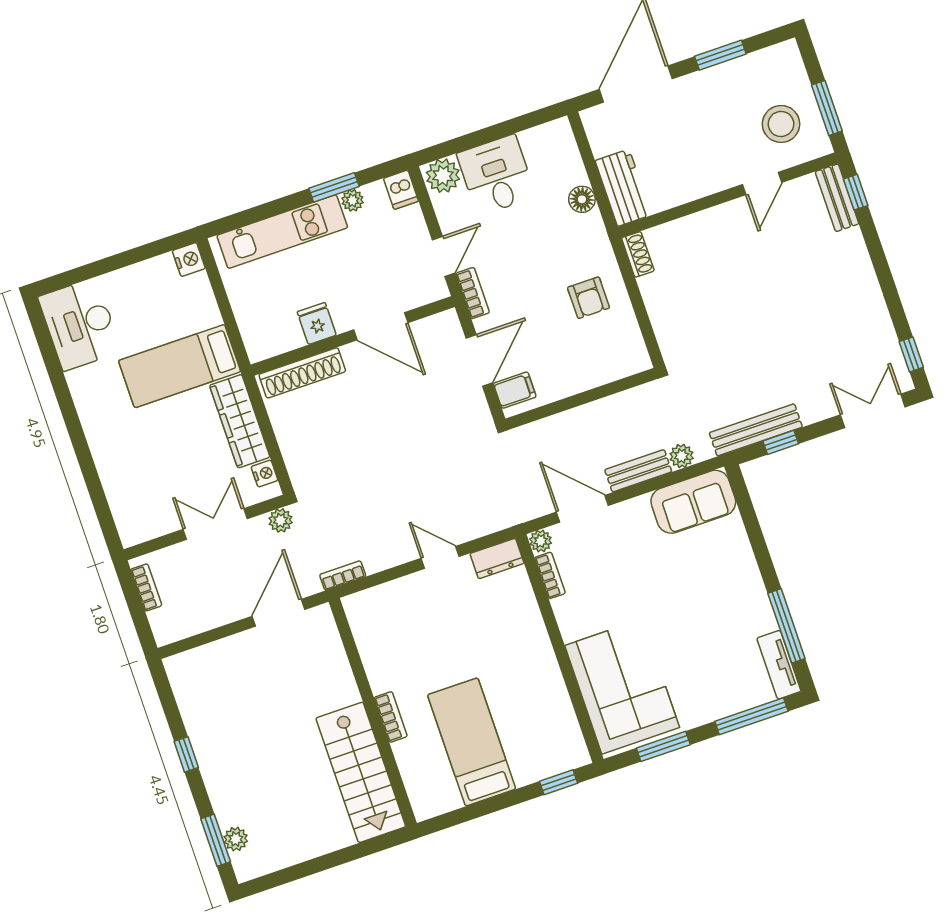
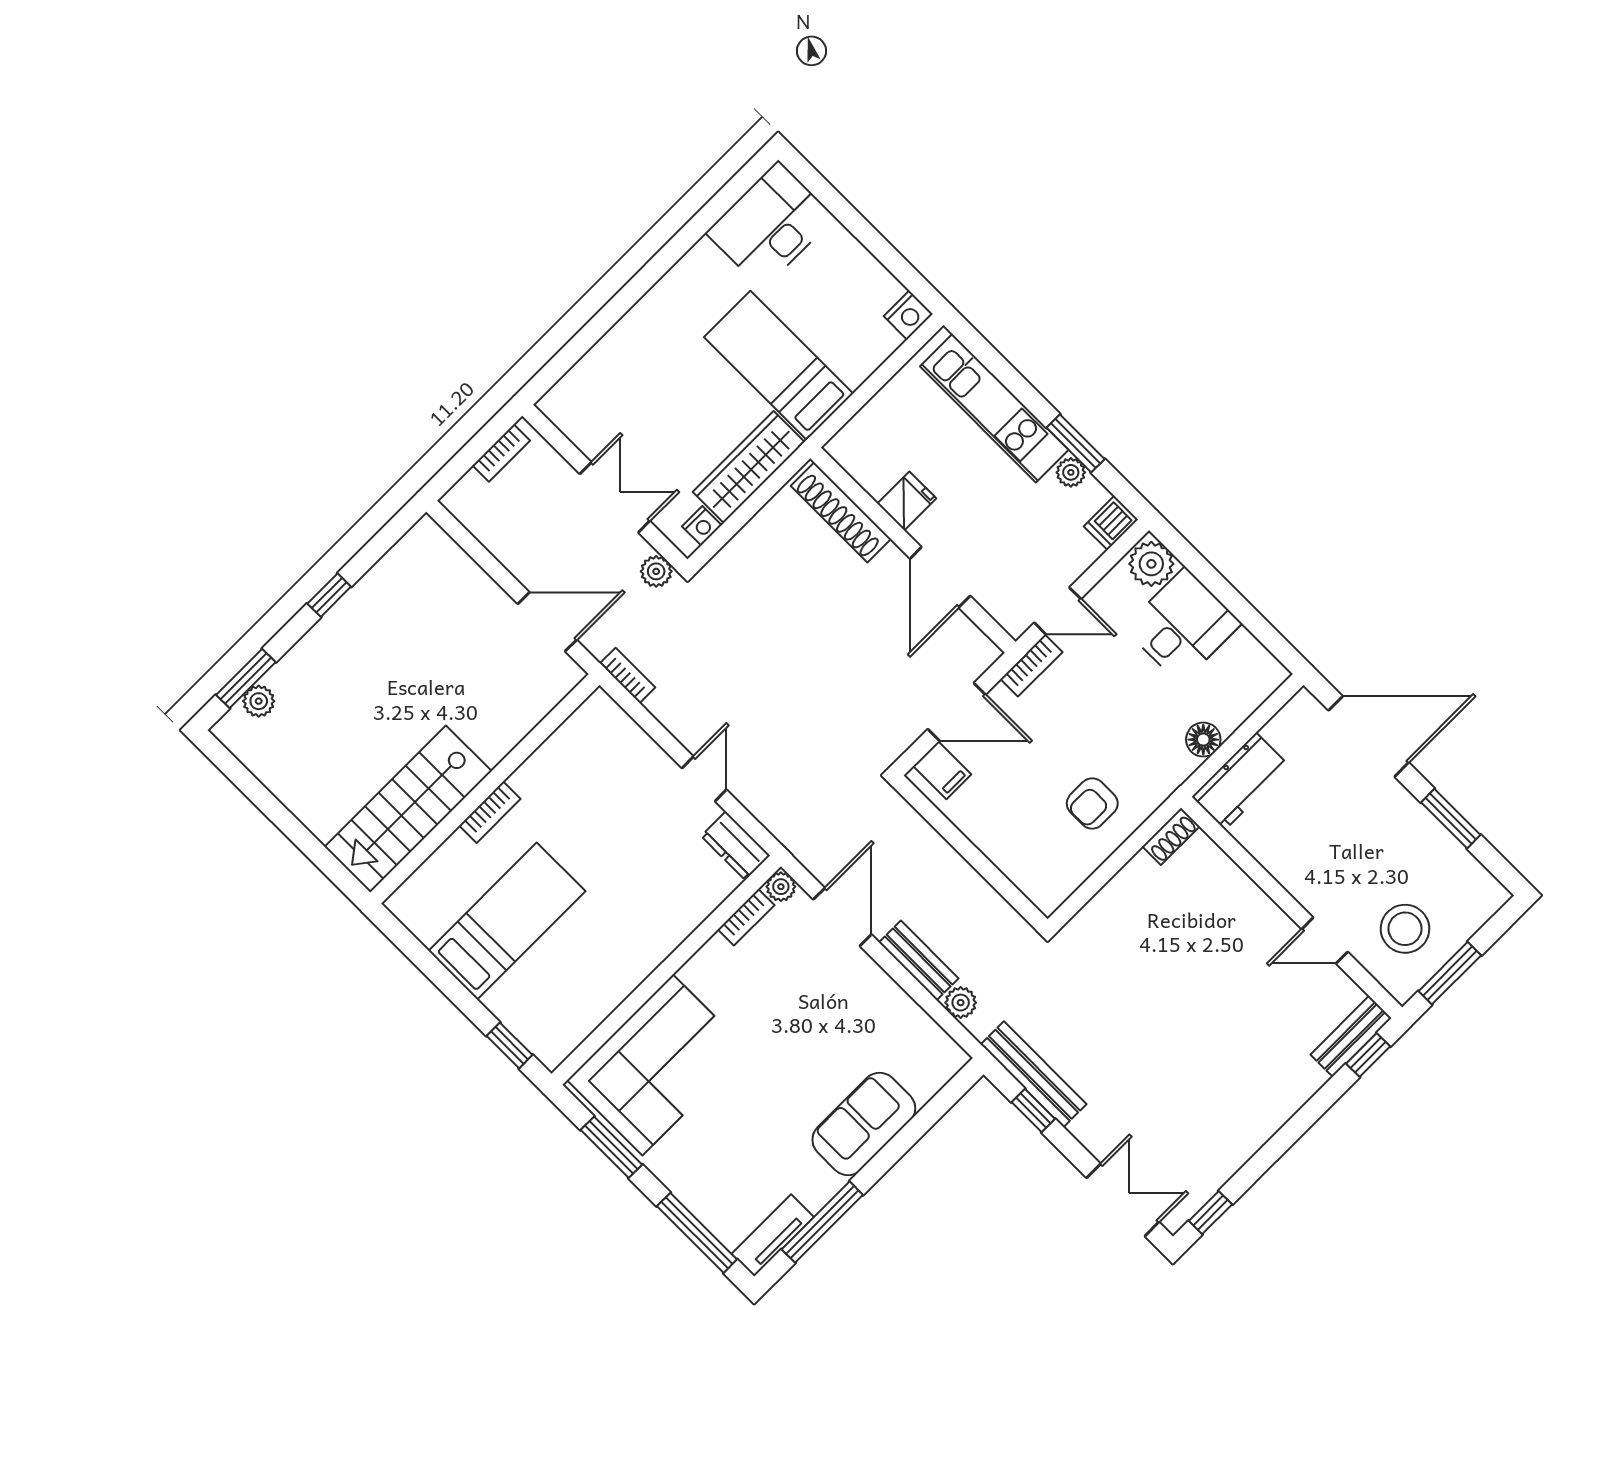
sofa: (693, 502) -> (864, 1124), moved, turned 90

